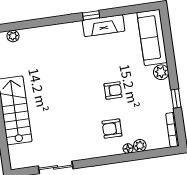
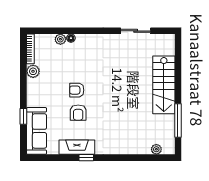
plant: (161, 72) -> (33, 71), moved
window: (176, 98) -> (23, 116), moved
armchair: (112, 129) -> (78, 113), moved, turned 90

